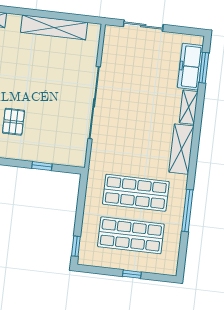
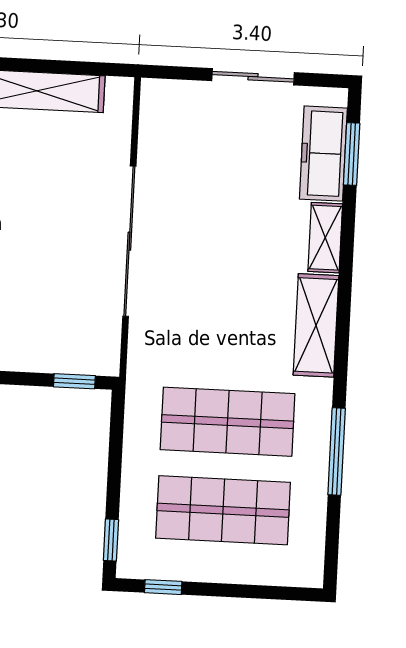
sliding door: (143, 26) -> (253, 77), moved
window: (42, 166) -> (74, 381), moved
window: (132, 274) -> (163, 587), moved

